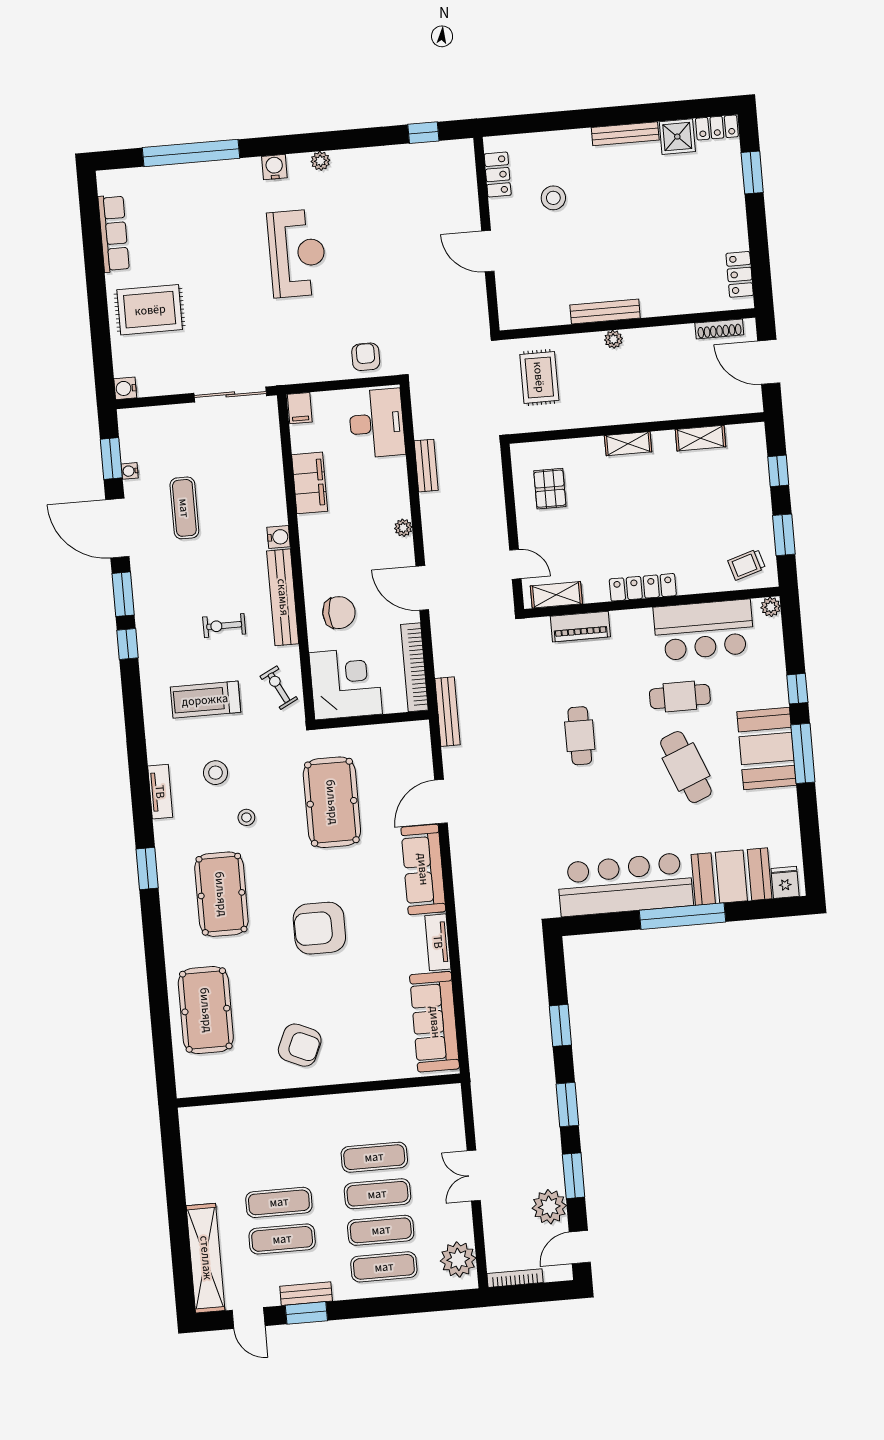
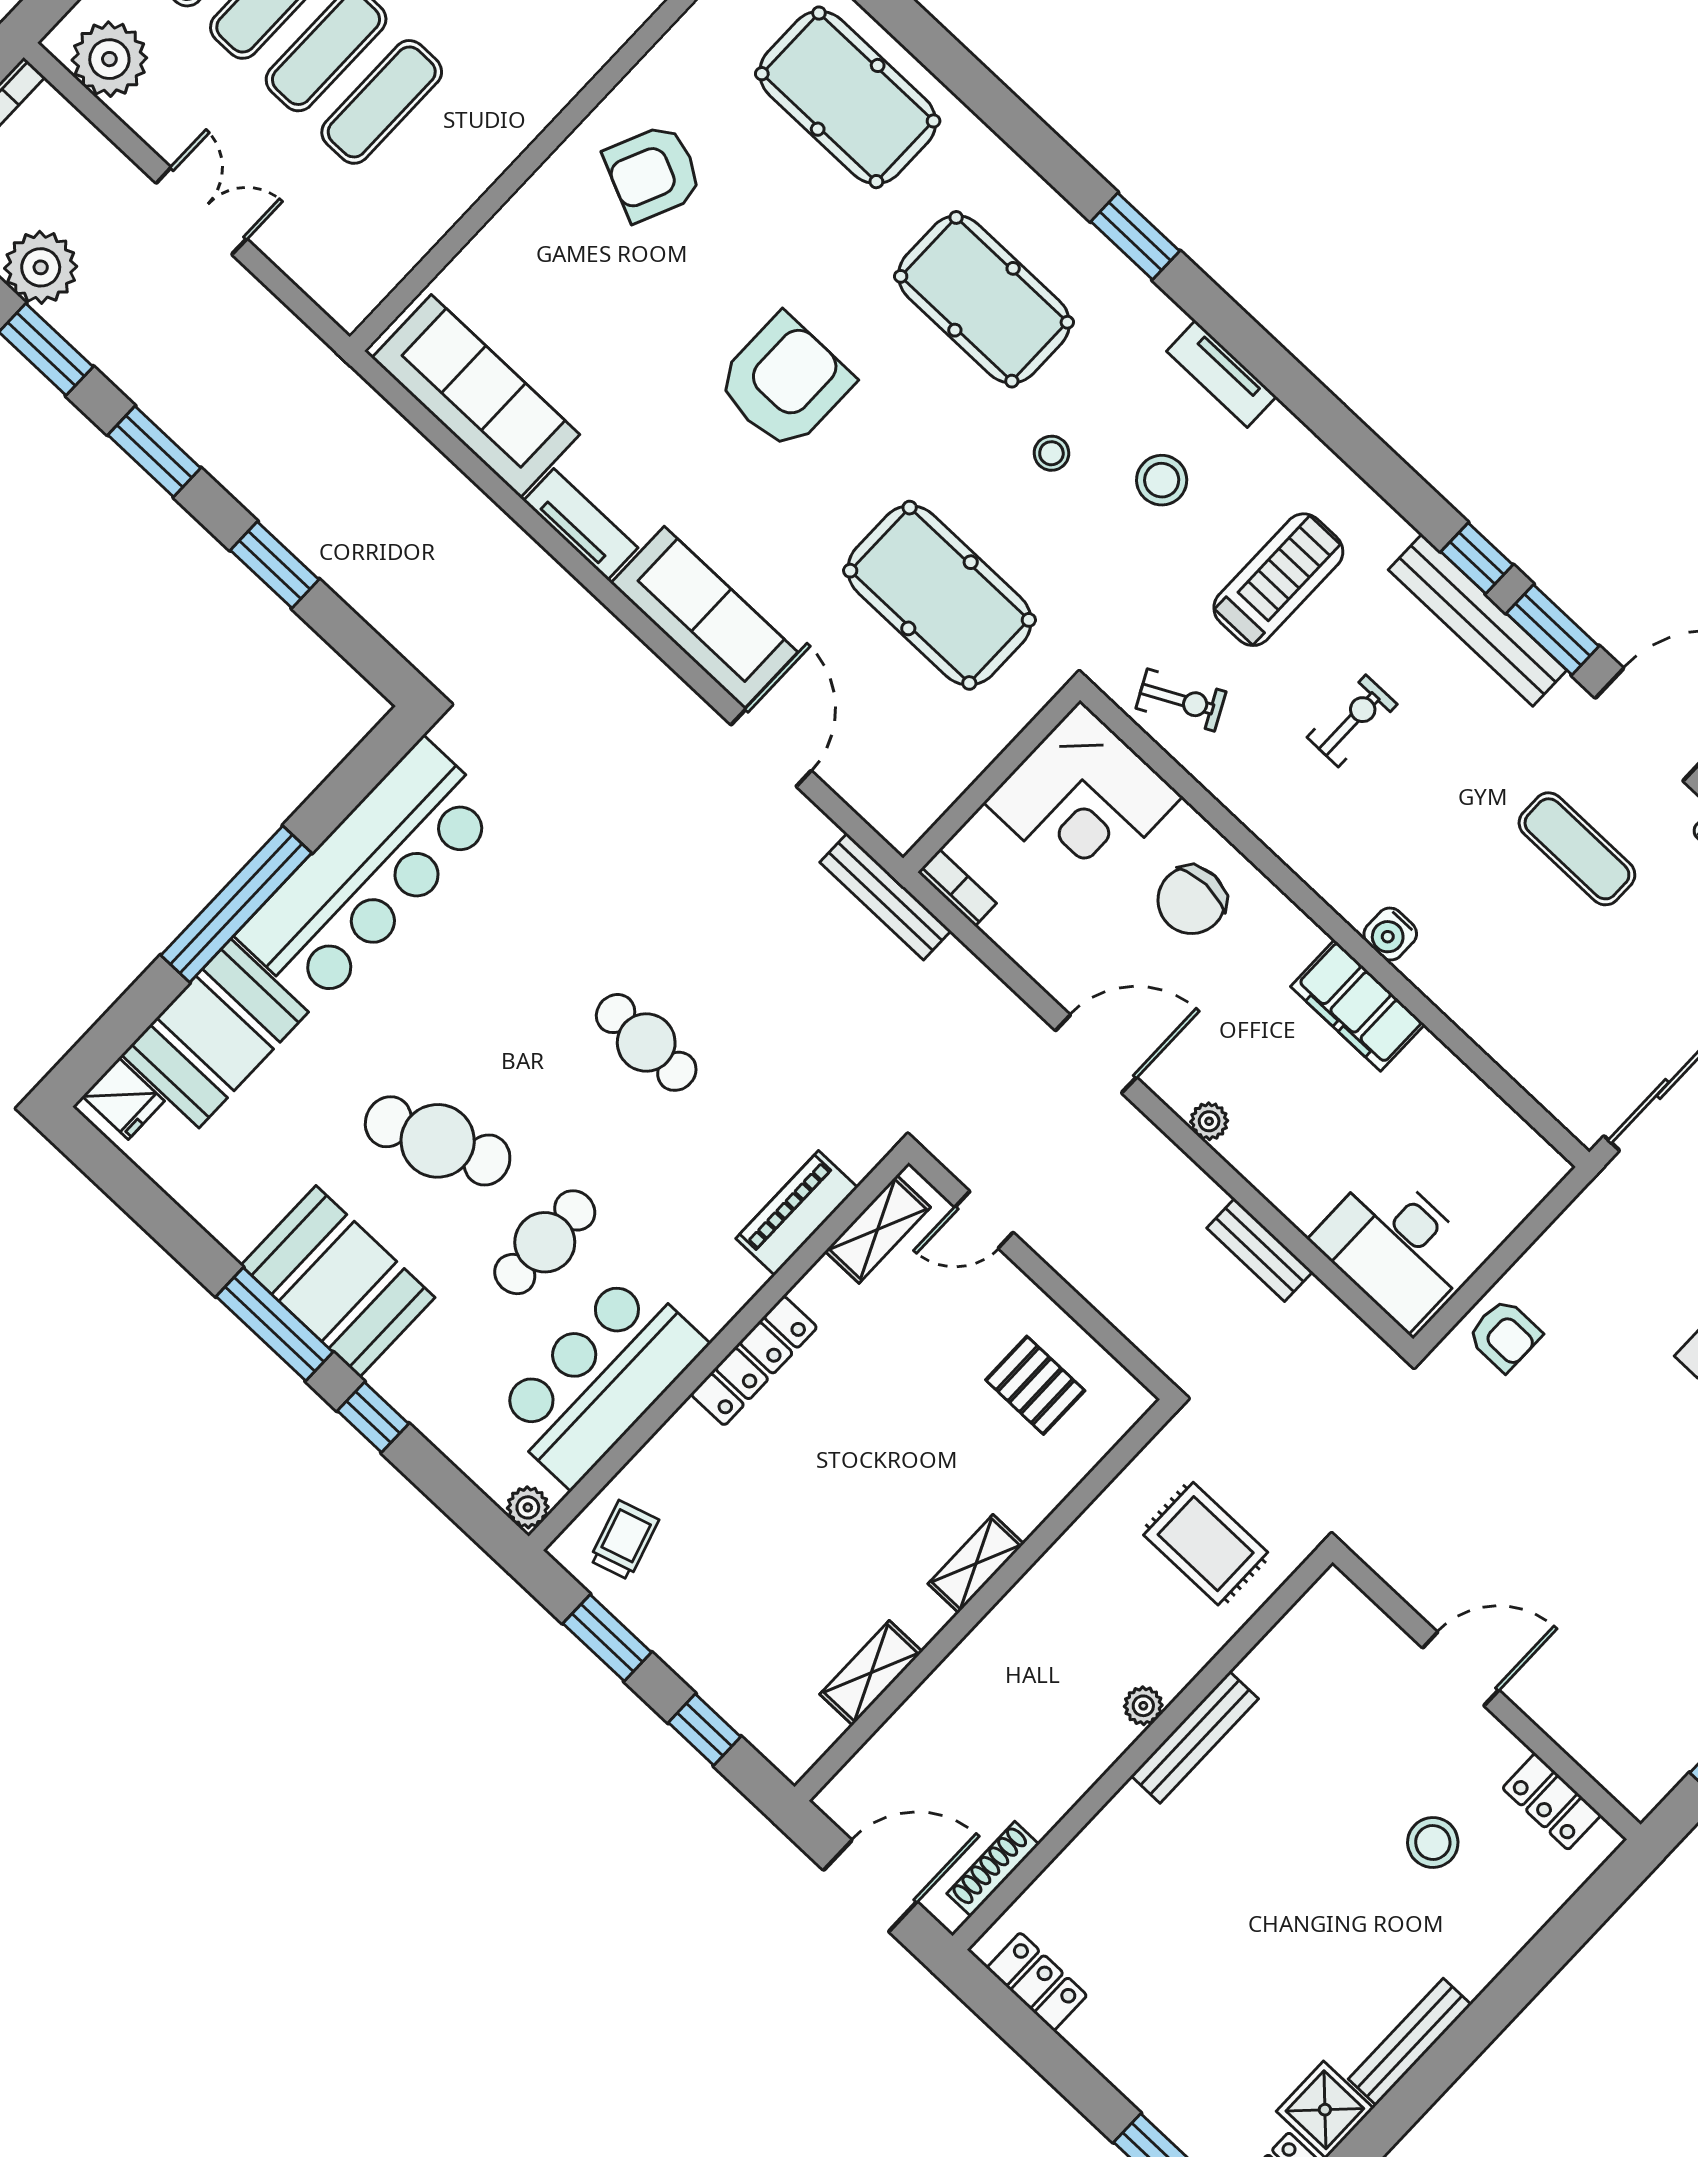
filing cabinet: (300, 408) -> (1536, 1164), removed
filing cabinet: (310, 483) -> (1358, 1005), moved
bench: (283, 597) -> (1478, 620), moved
bookcase: (414, 667) -> (957, 888), width x0.43, depth x0.76

